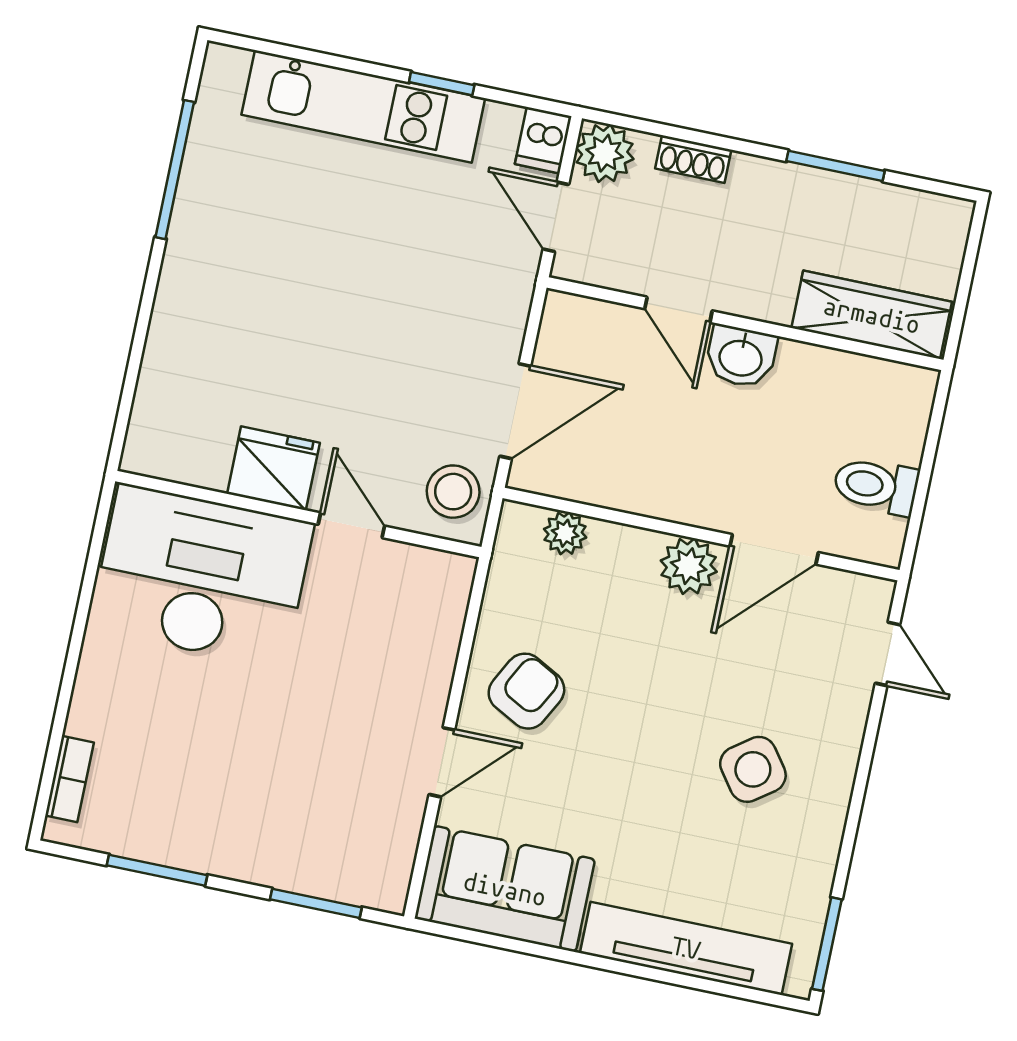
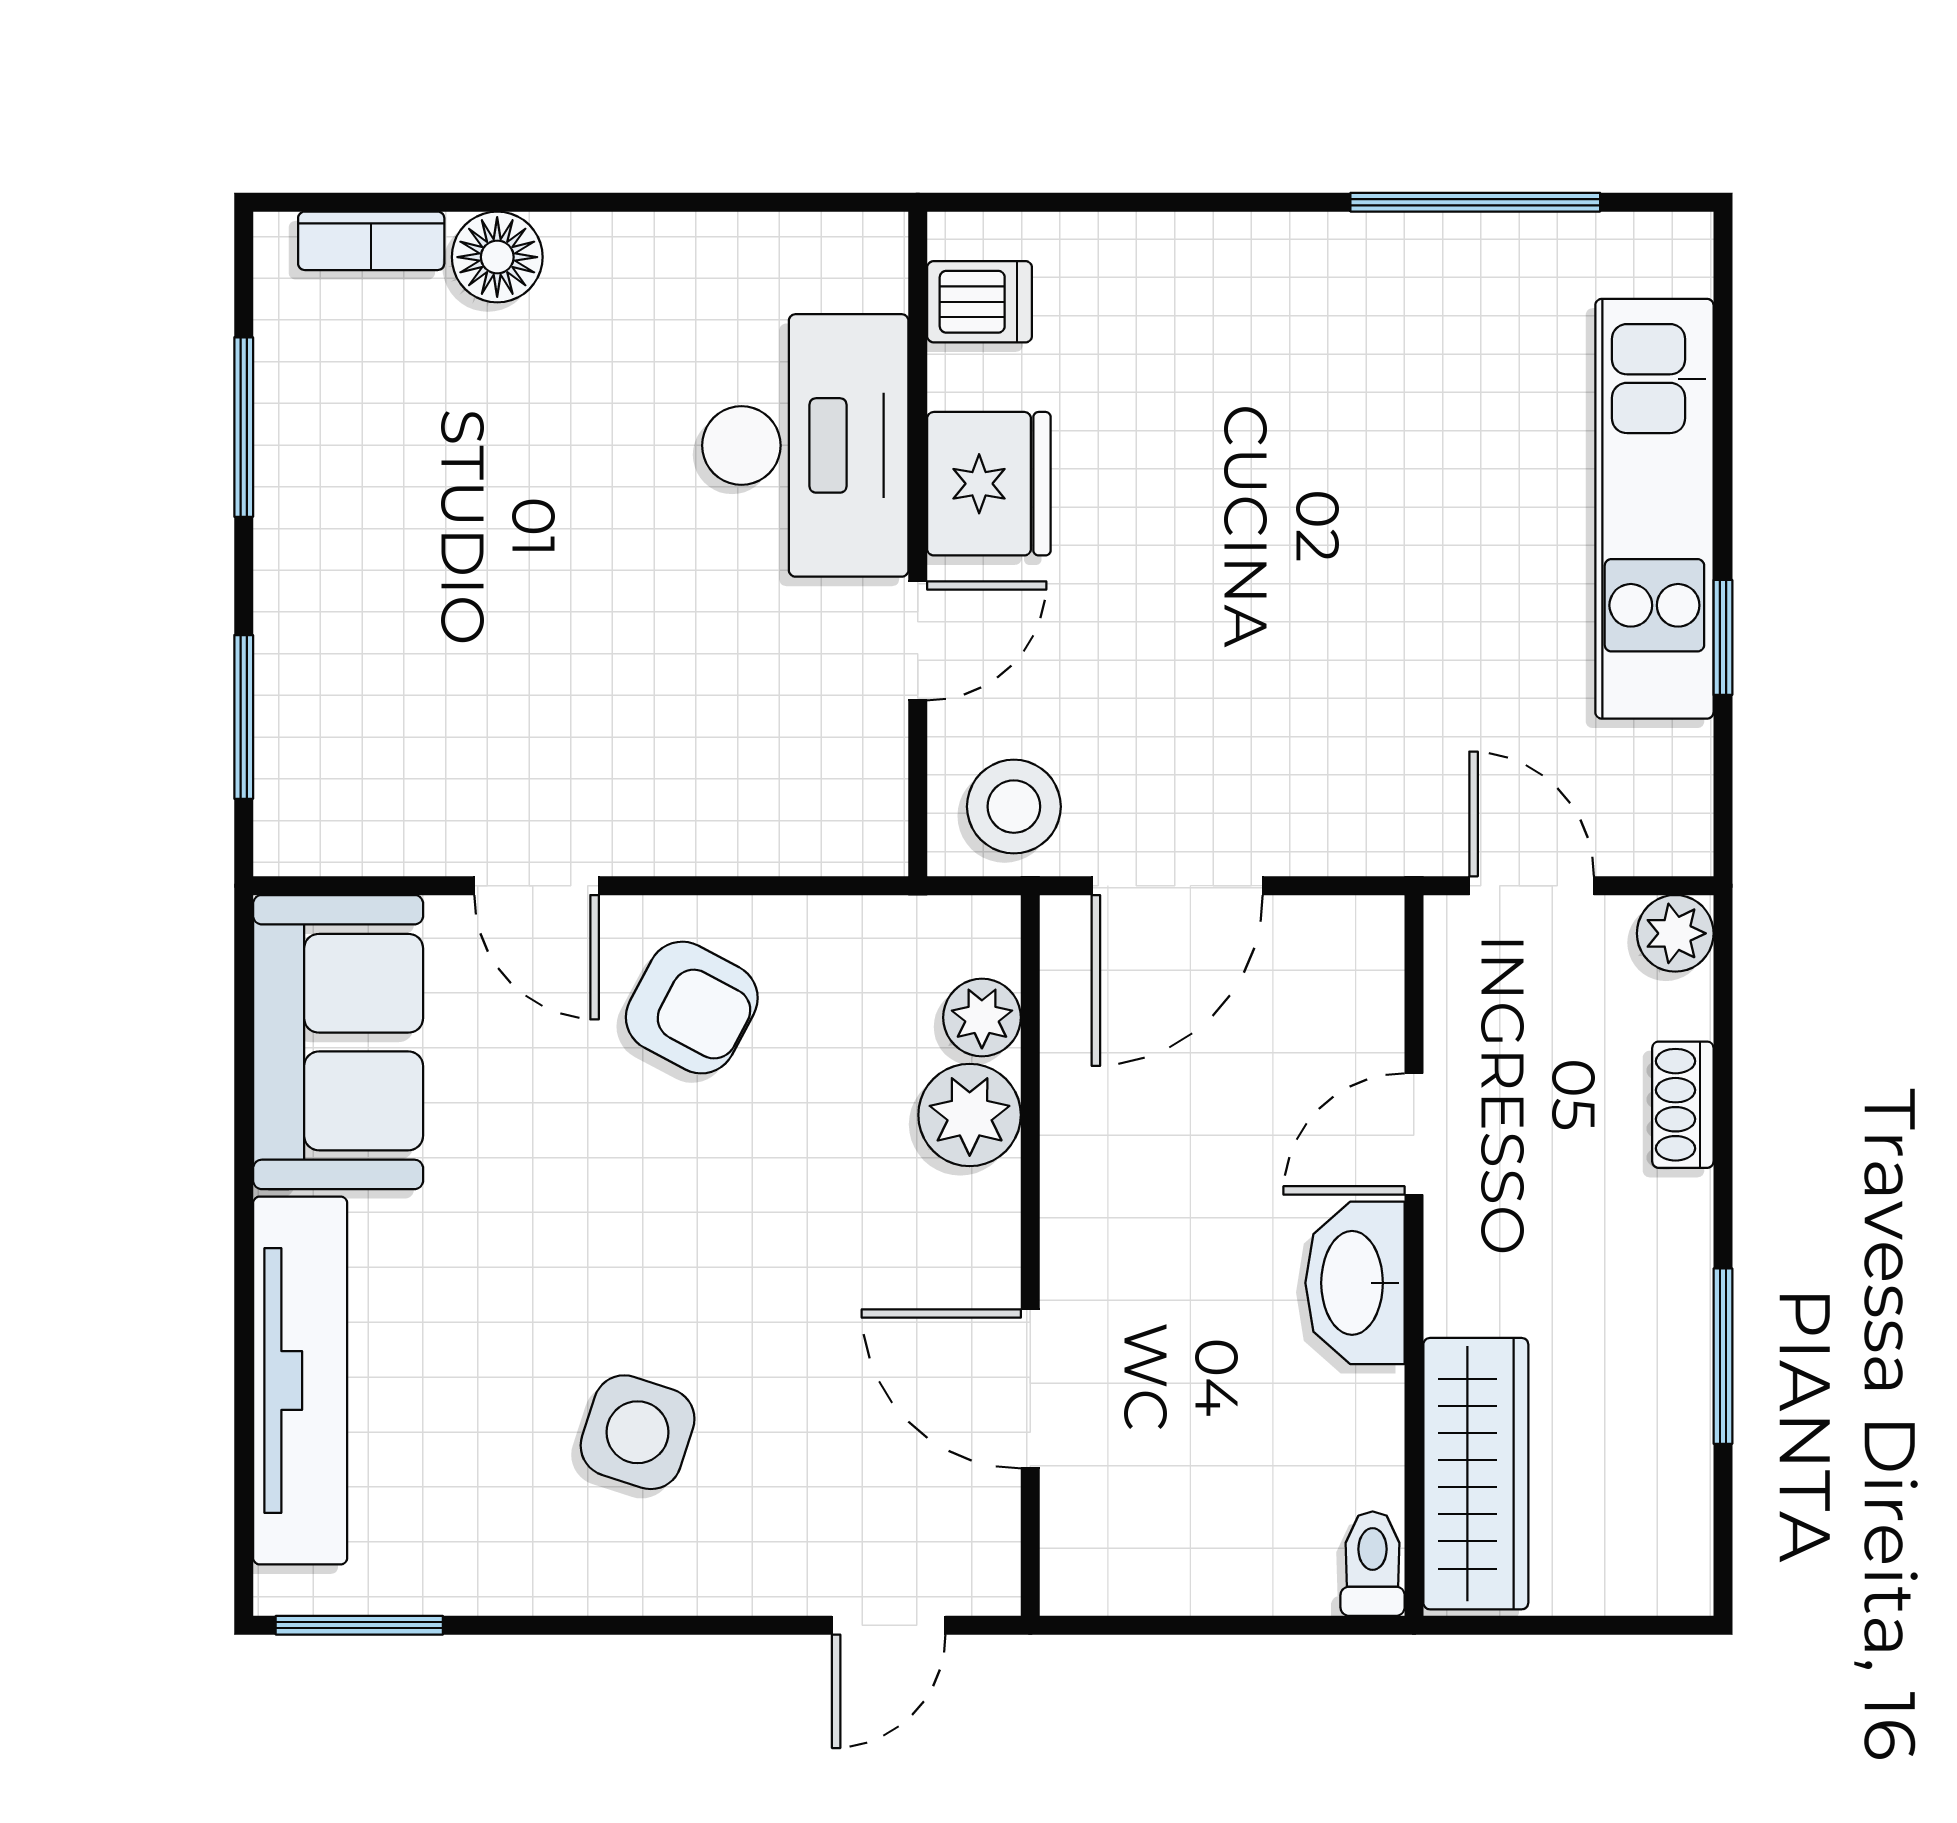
dishwasher: (543, 140) -> (980, 302), moved, turned 180
plant: (605, 153) -> (1675, 933), width x0.73, depth x0.73
door: (556, 217) -> (1532, 886), hinge flipped
washbasin: (741, 357) -> (1355, 1283), width x1.38
door: (515, 411) -> (1177, 886), hinge flipped
toilet: (876, 486) -> (1373, 1564), moved, width x0.73, depth x0.72
plant: (689, 566) -> (970, 1115), moved
desk: (202, 576) -> (805, 445), width x0.73, depth x0.77
floor lamp: (93, 712) -> (497, 257), added
side table: (753, 769) -> (638, 1432), turned -36

